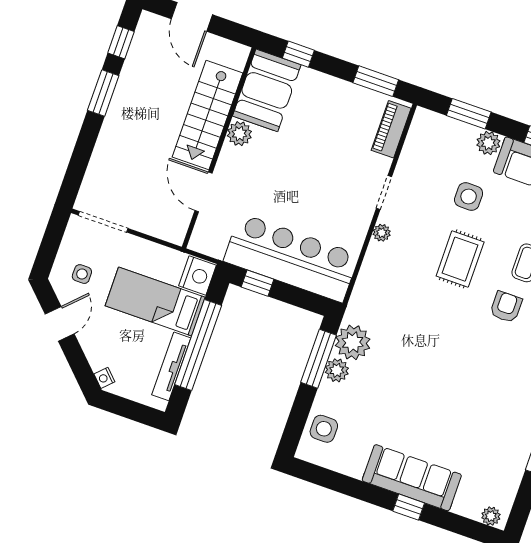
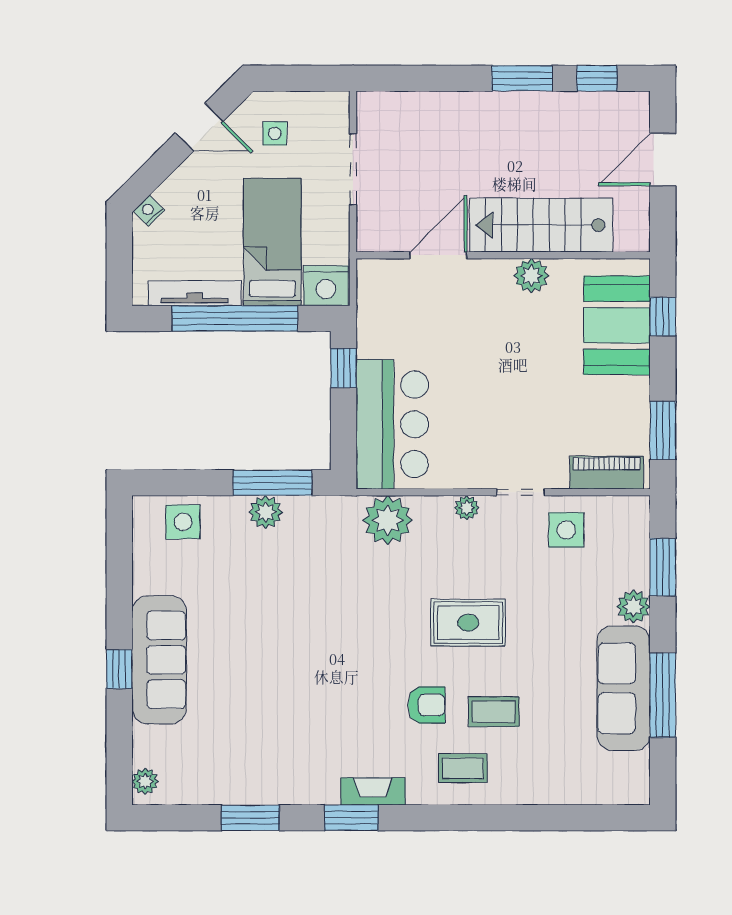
booth: (267, 90) -> (617, 325), moved, turned 90
side table: (469, 197) -> (566, 530), moved
doorway: (103, 222) -> (353, 169), moved
bar counter: (291, 258) -> (392, 424), width x0.73
plant: (353, 342) -> (388, 520), moved

